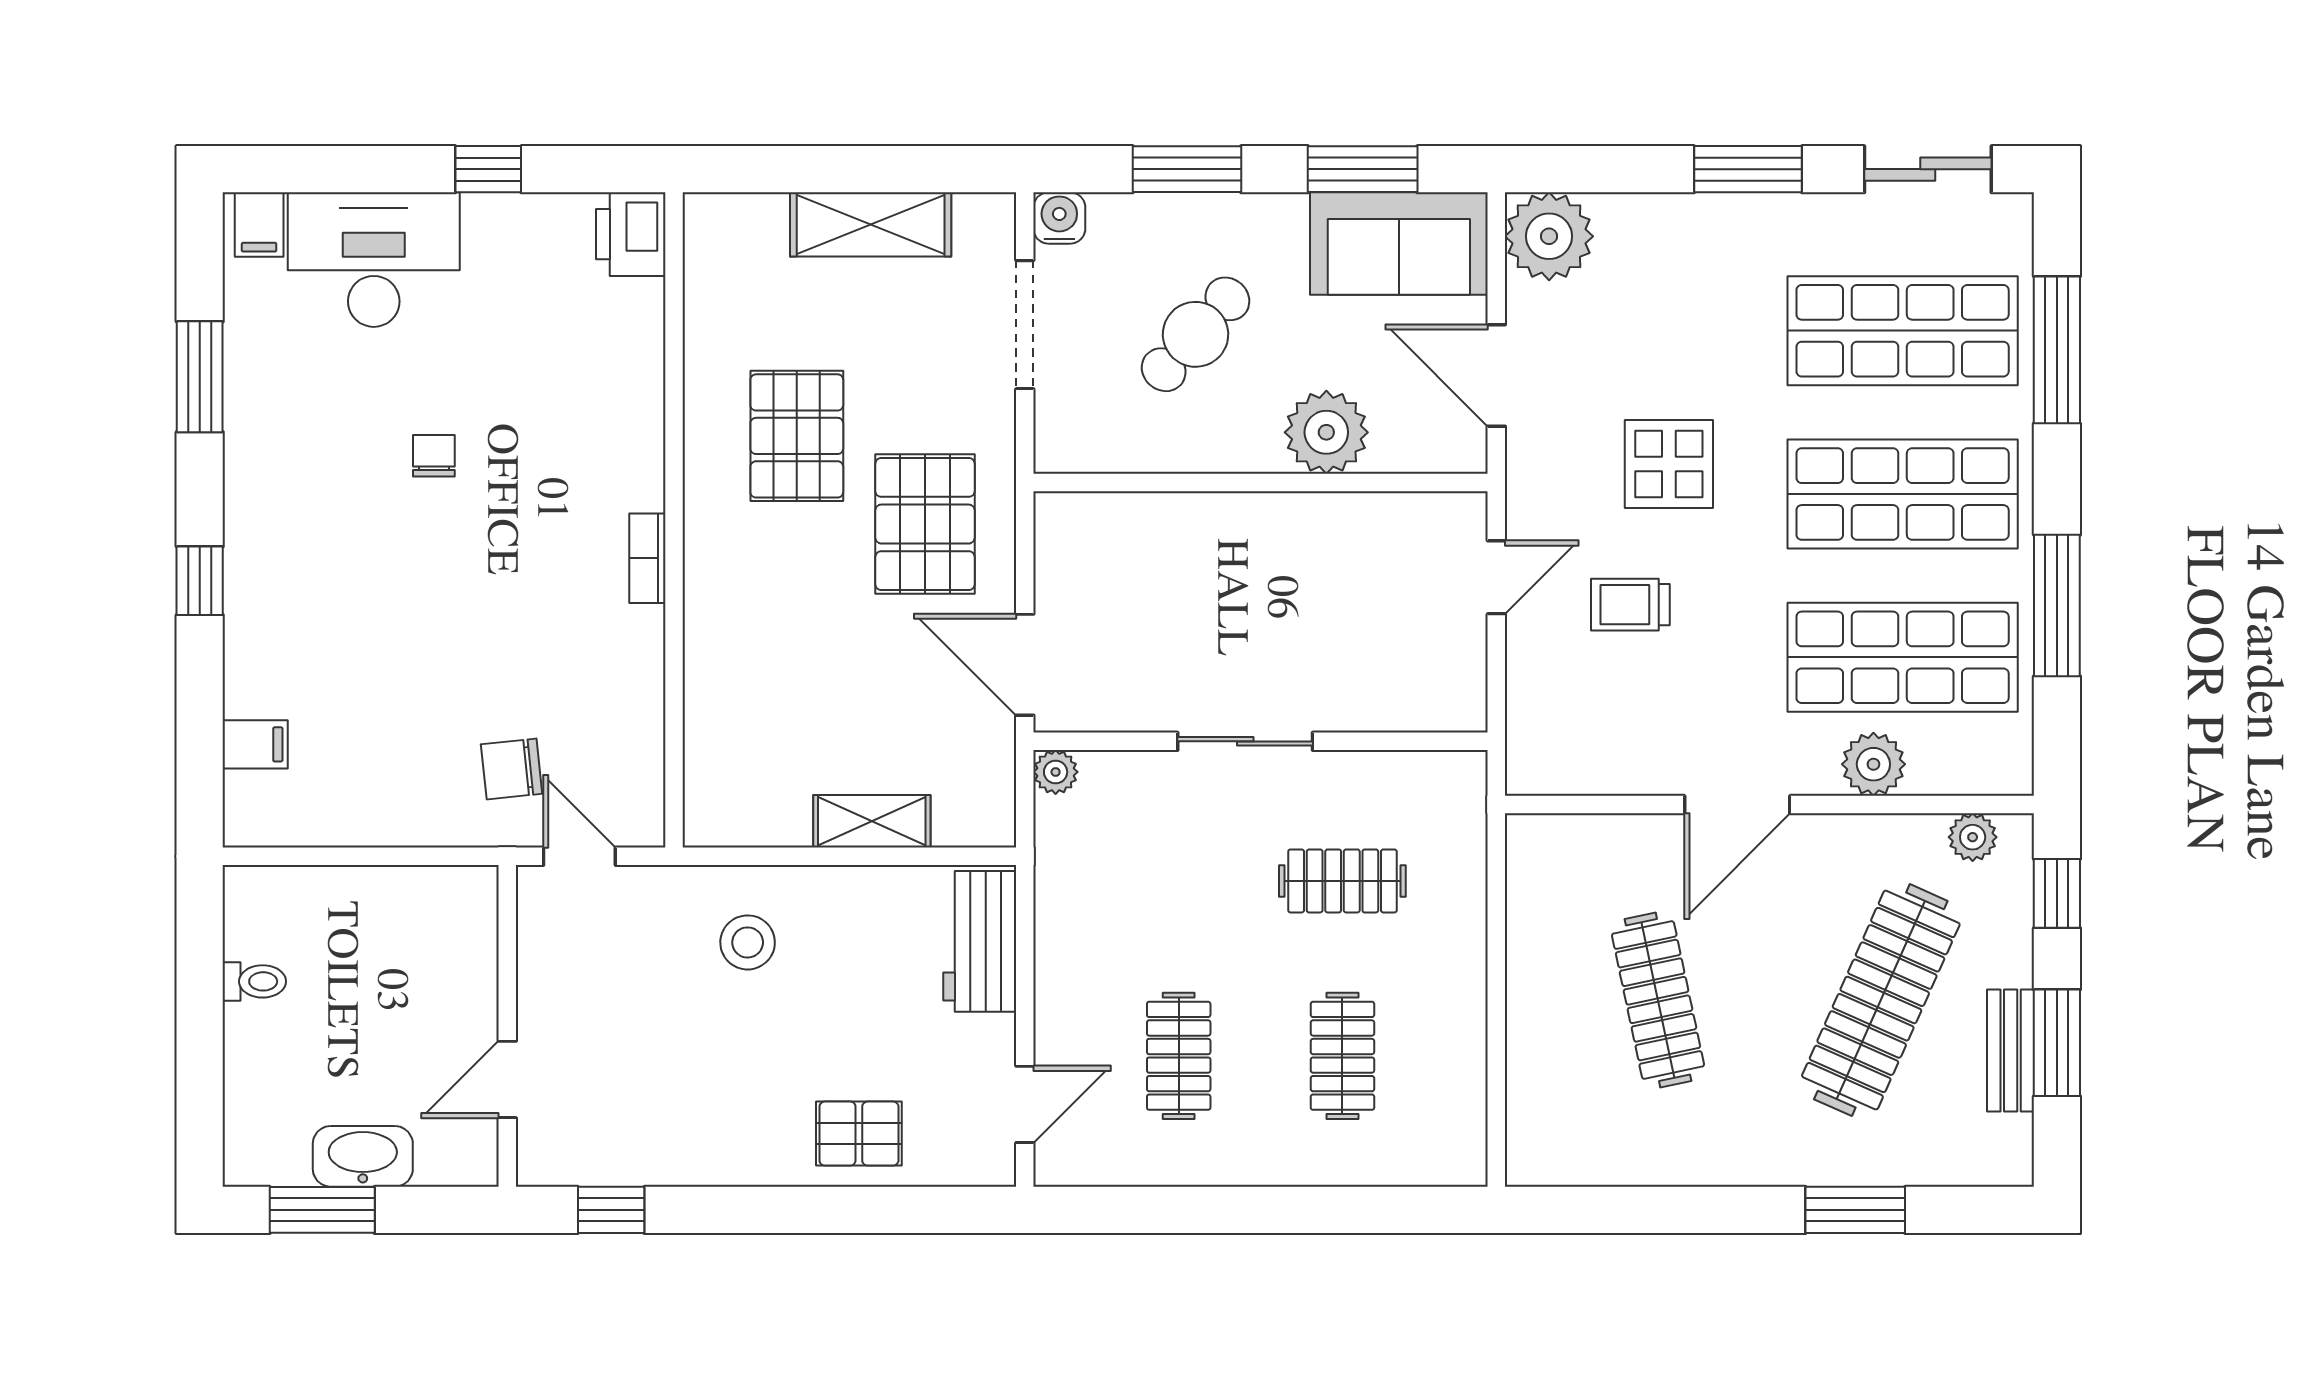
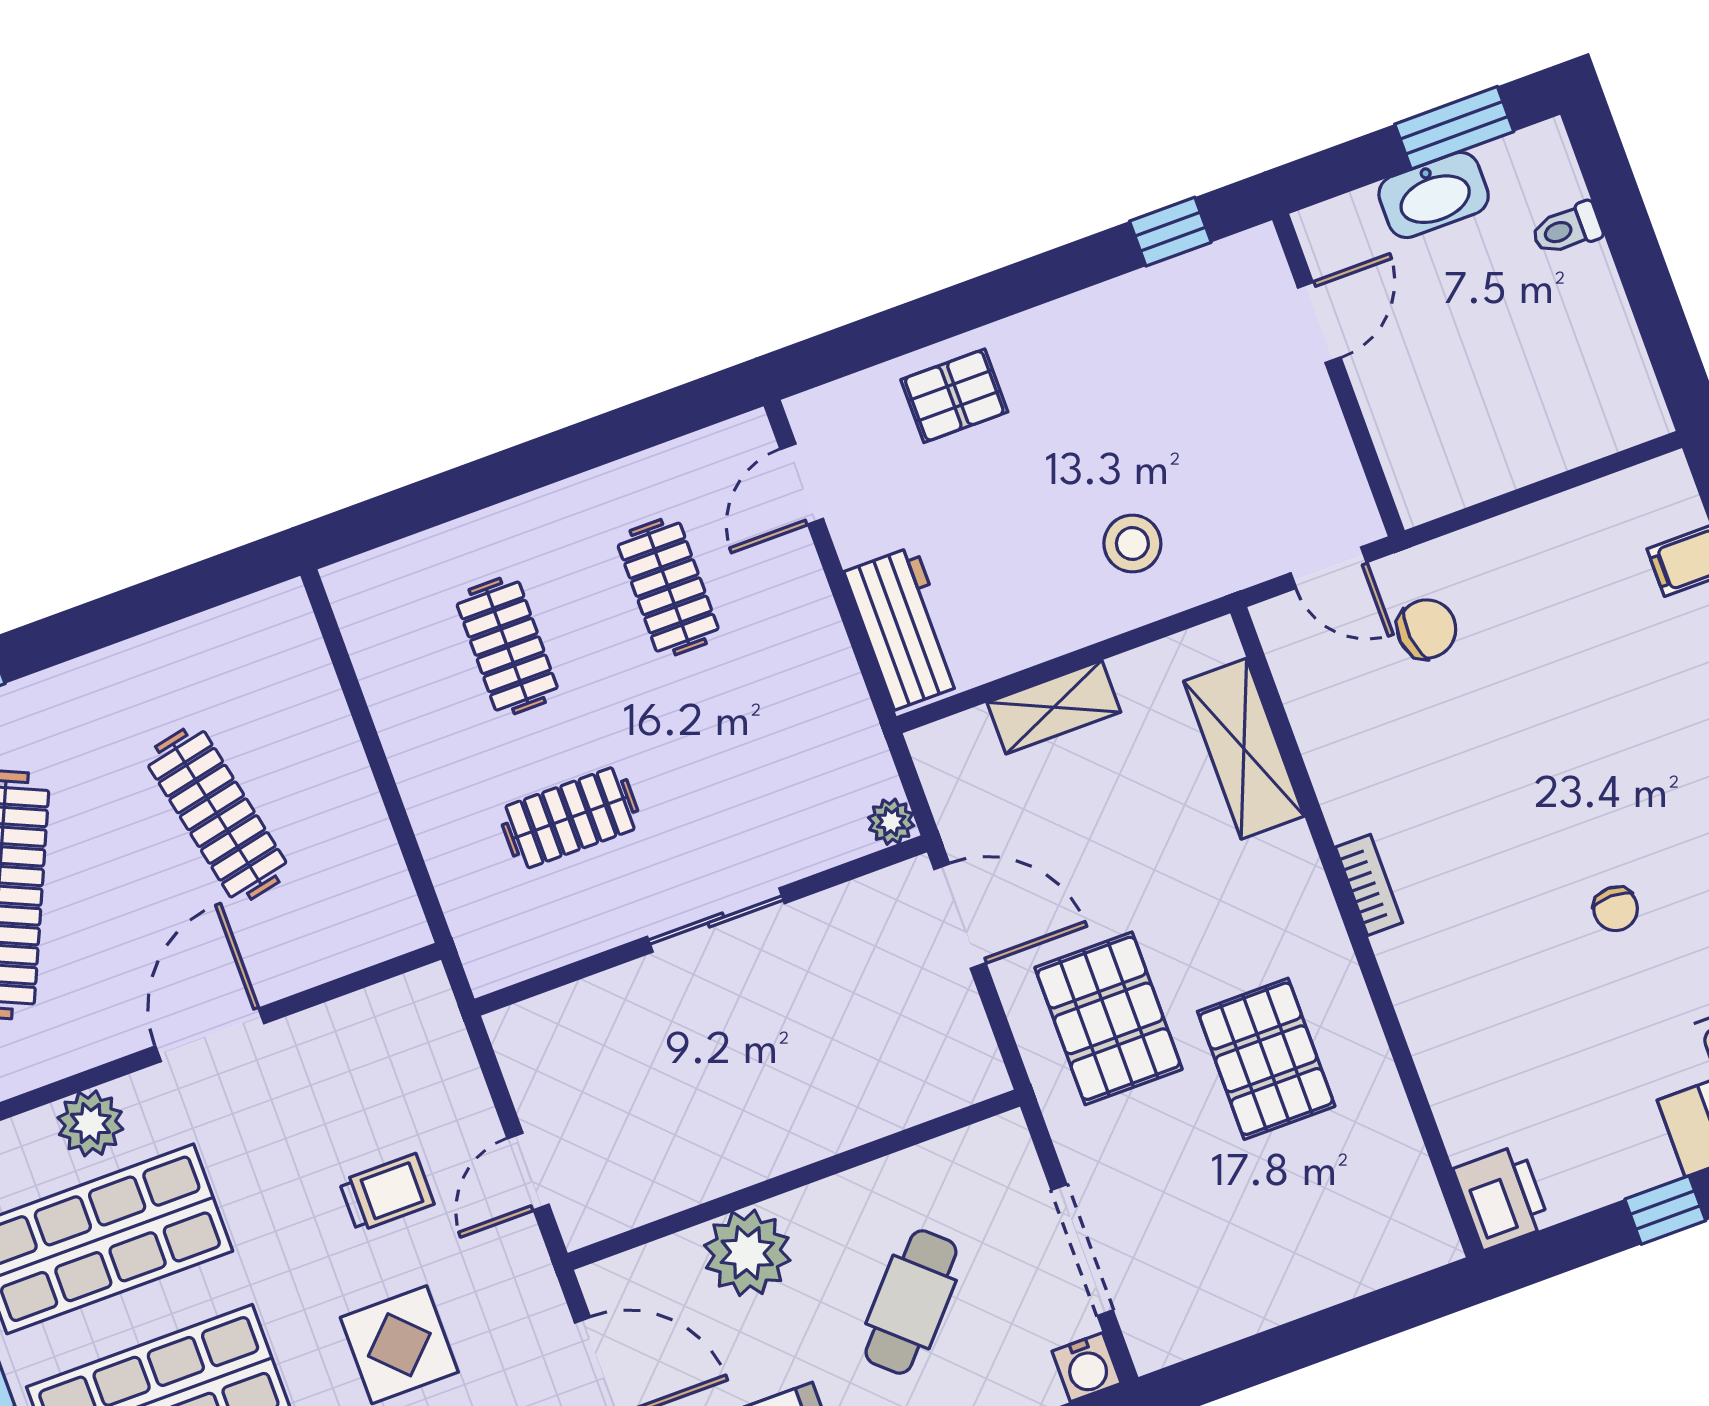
shelving: (871, 224) -> (1244, 749), moved, turned 90
toilet: (254, 981) -> (1567, 229), moved

